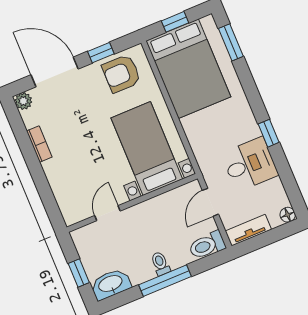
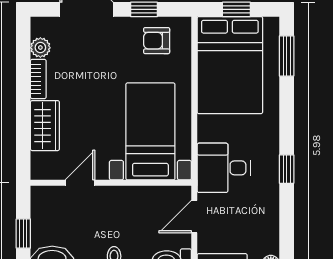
armchair: (121, 74) -> (157, 41), width x0.72, depth x0.72
plant: (23, 101) -> (40, 48), moved
desk: (250, 164) -> (224, 168), moved, turned 180
wardrobe: (60, 179) -> (45, 126), added

